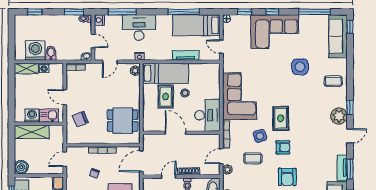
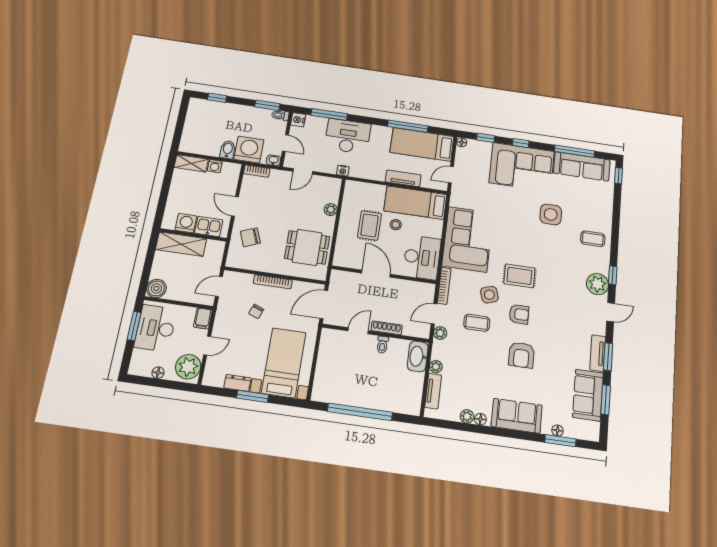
sofa: (338, 36) -> (582, 166), moved, turned -90
door: (221, 47) -> (451, 175), hinge flipped
washing machine: (35, 51) -> (249, 150), moved
plant: (135, 71) -> (331, 210), moved
bed: (165, 73) -> (415, 203), moved, turned 180
rug: (281, 118) -> (519, 276), turned 90

